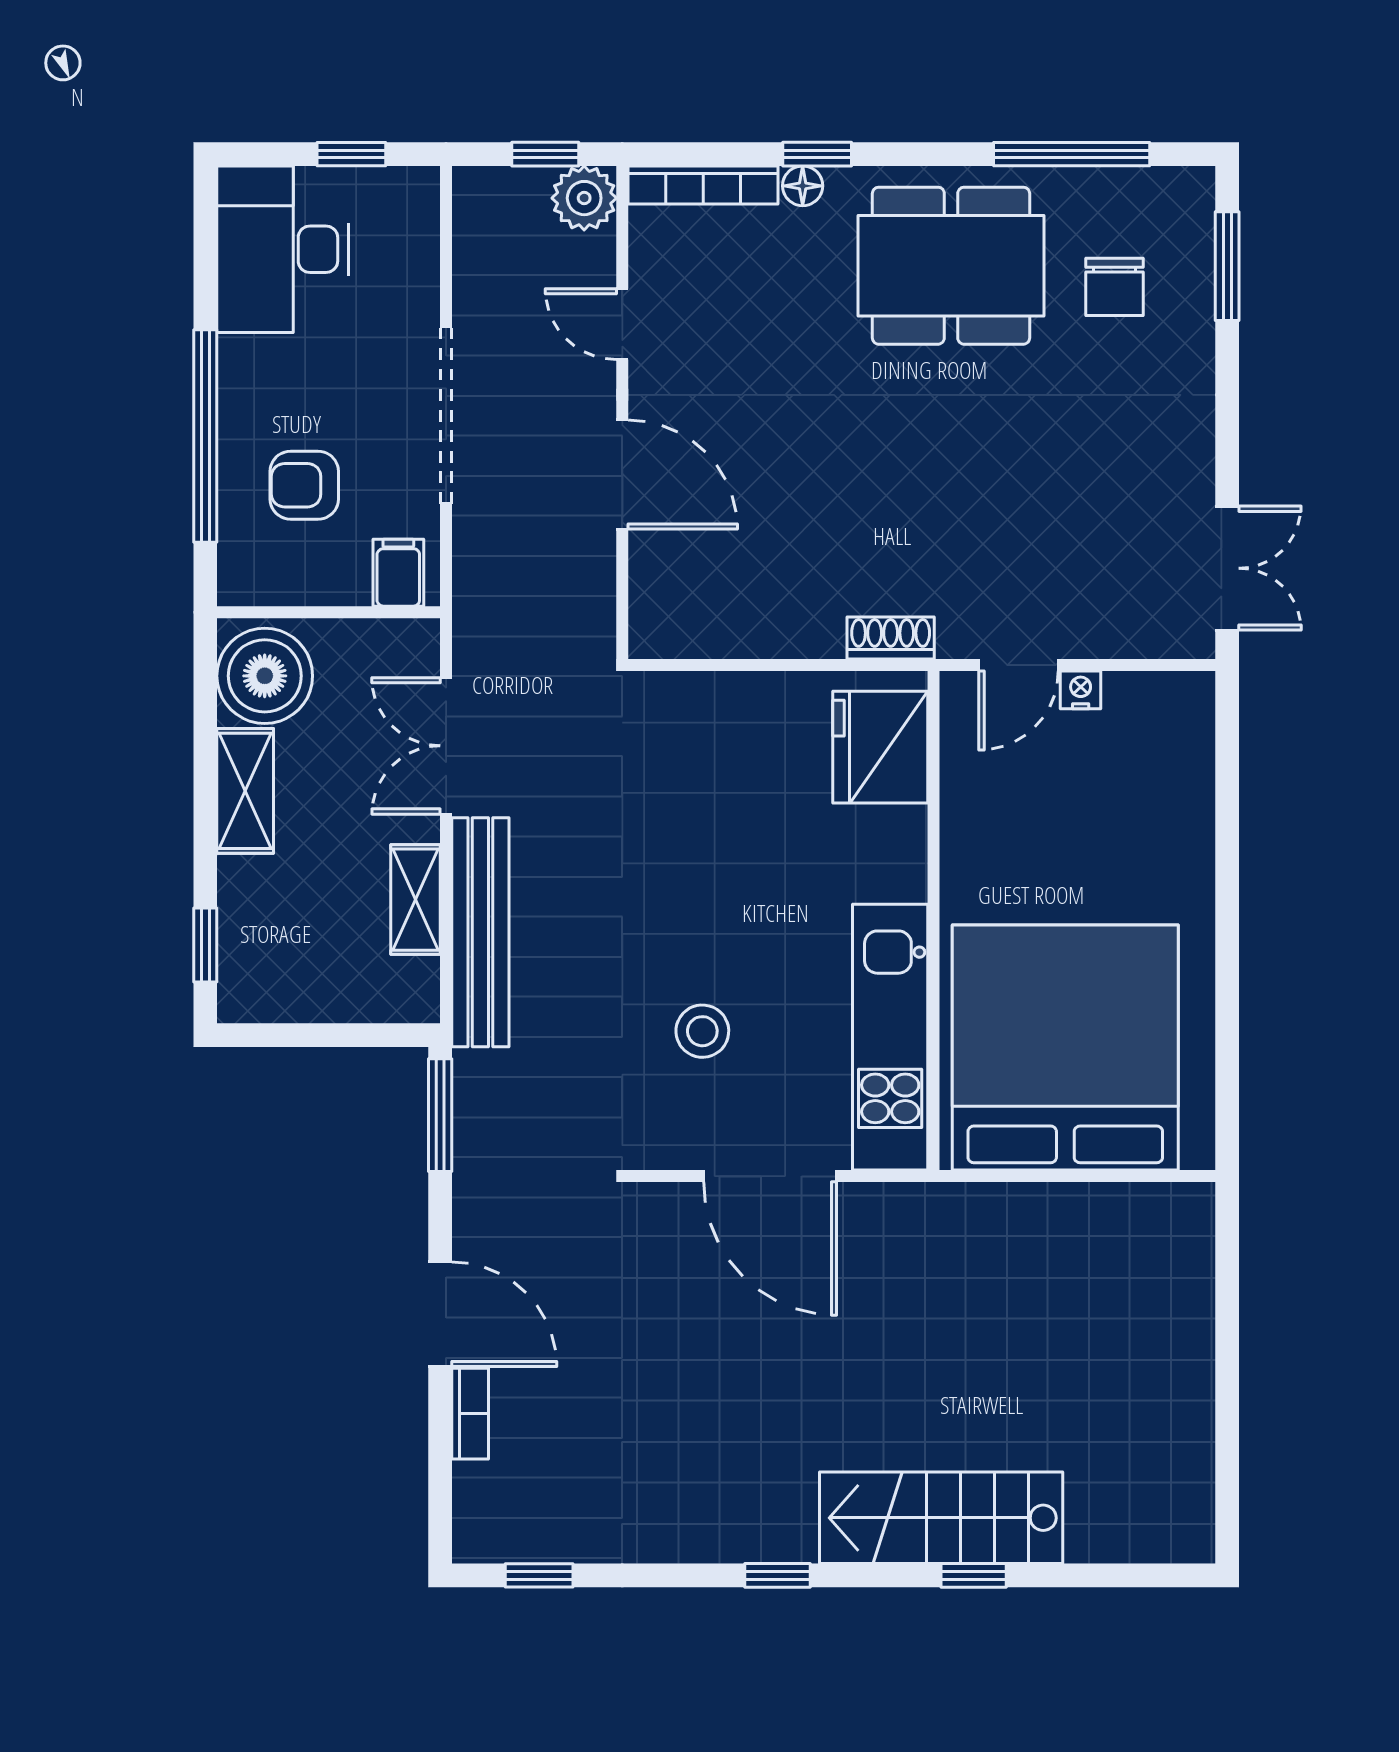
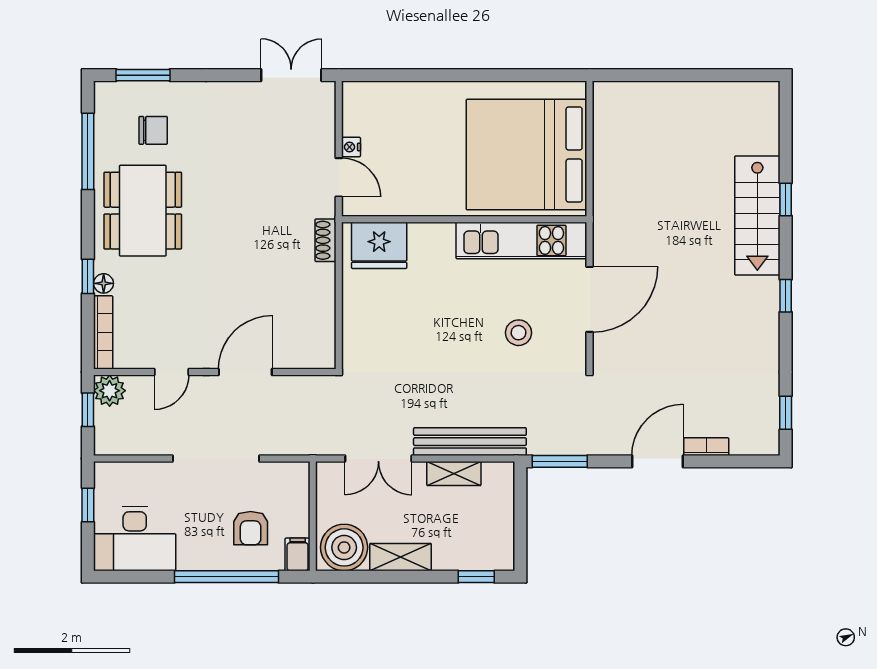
filing cabinet: (398, 573) -> (298, 554), moved, turned 90

